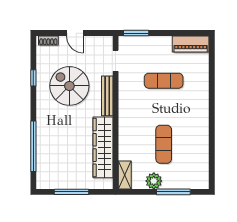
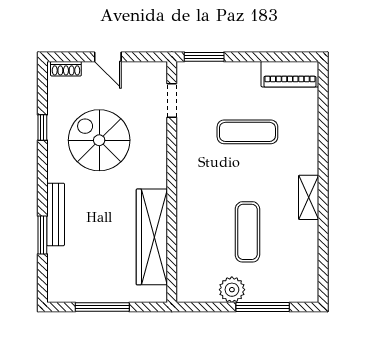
bench: (107, 96) -> (56, 214), moved
window: (33, 146) -> (42, 235), width x0.47
shelving: (125, 175) -> (309, 197), moved

